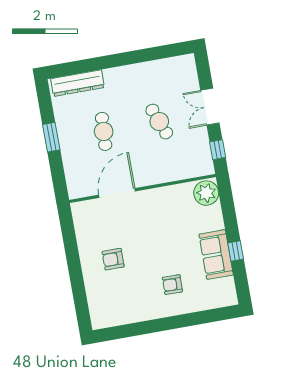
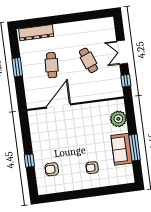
plant: (206, 193) -> (118, 119), moved
window: (236, 251) -> (135, 148), width x2.17
armchair: (113, 259) -> (52, 169), moved
window: (76, 278) -> (29, 161), added

